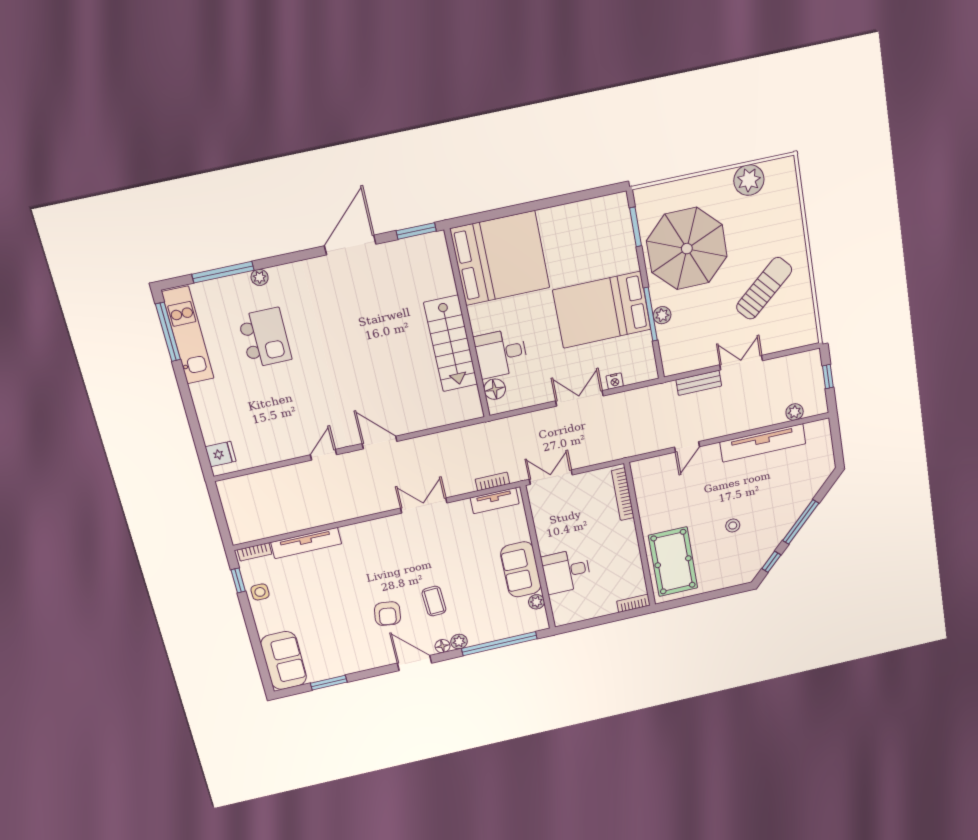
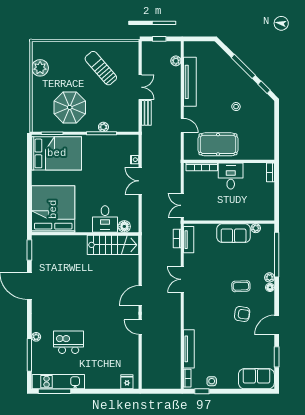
parasol: (687, 249) -> (70, 107), width x0.73, depth x0.73
bed: (602, 310) -> (57, 153), moved, turned -90
stairs: (451, 344) -> (113, 245), moved
double door: (741, 363) -> (140, 87), swing flipped
pool table: (673, 562) -> (218, 144), moved
desk: (566, 571) -> (231, 176), moved, turned 180
door: (415, 663) -> (277, 325), moved

